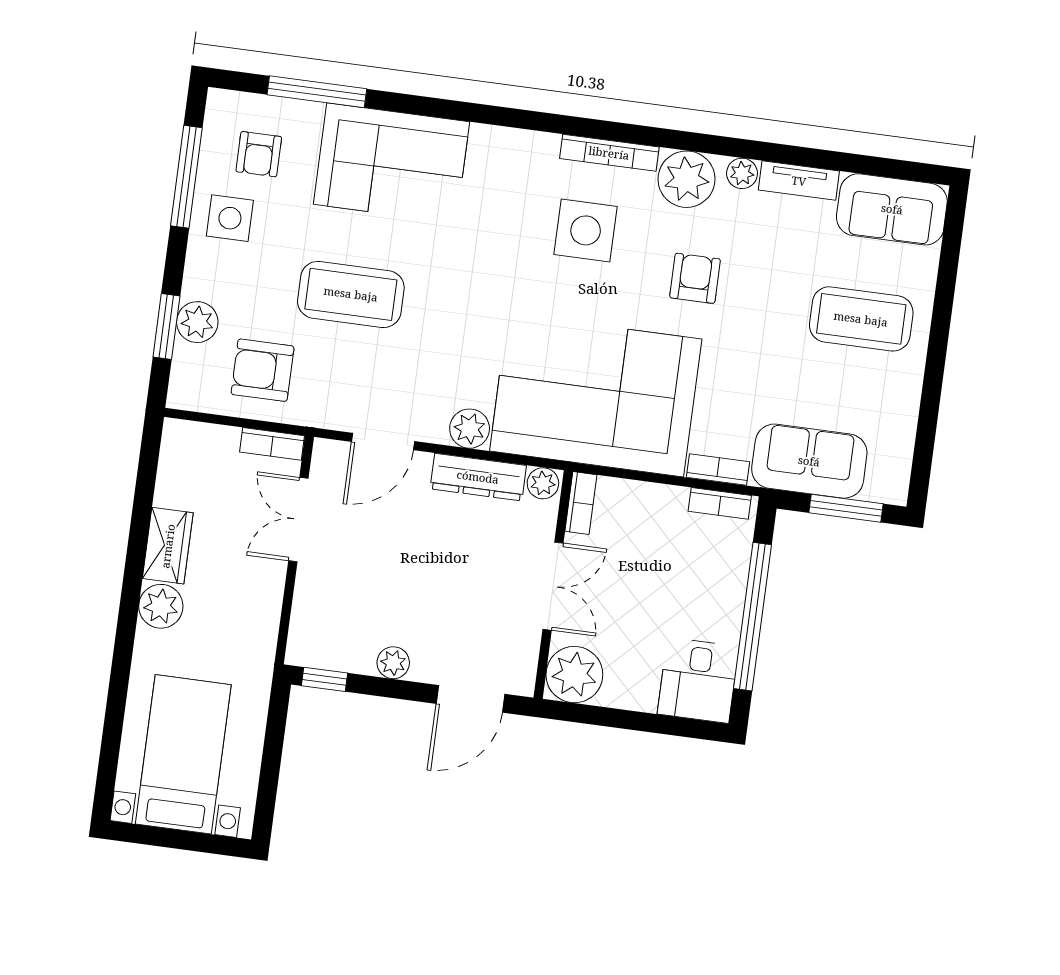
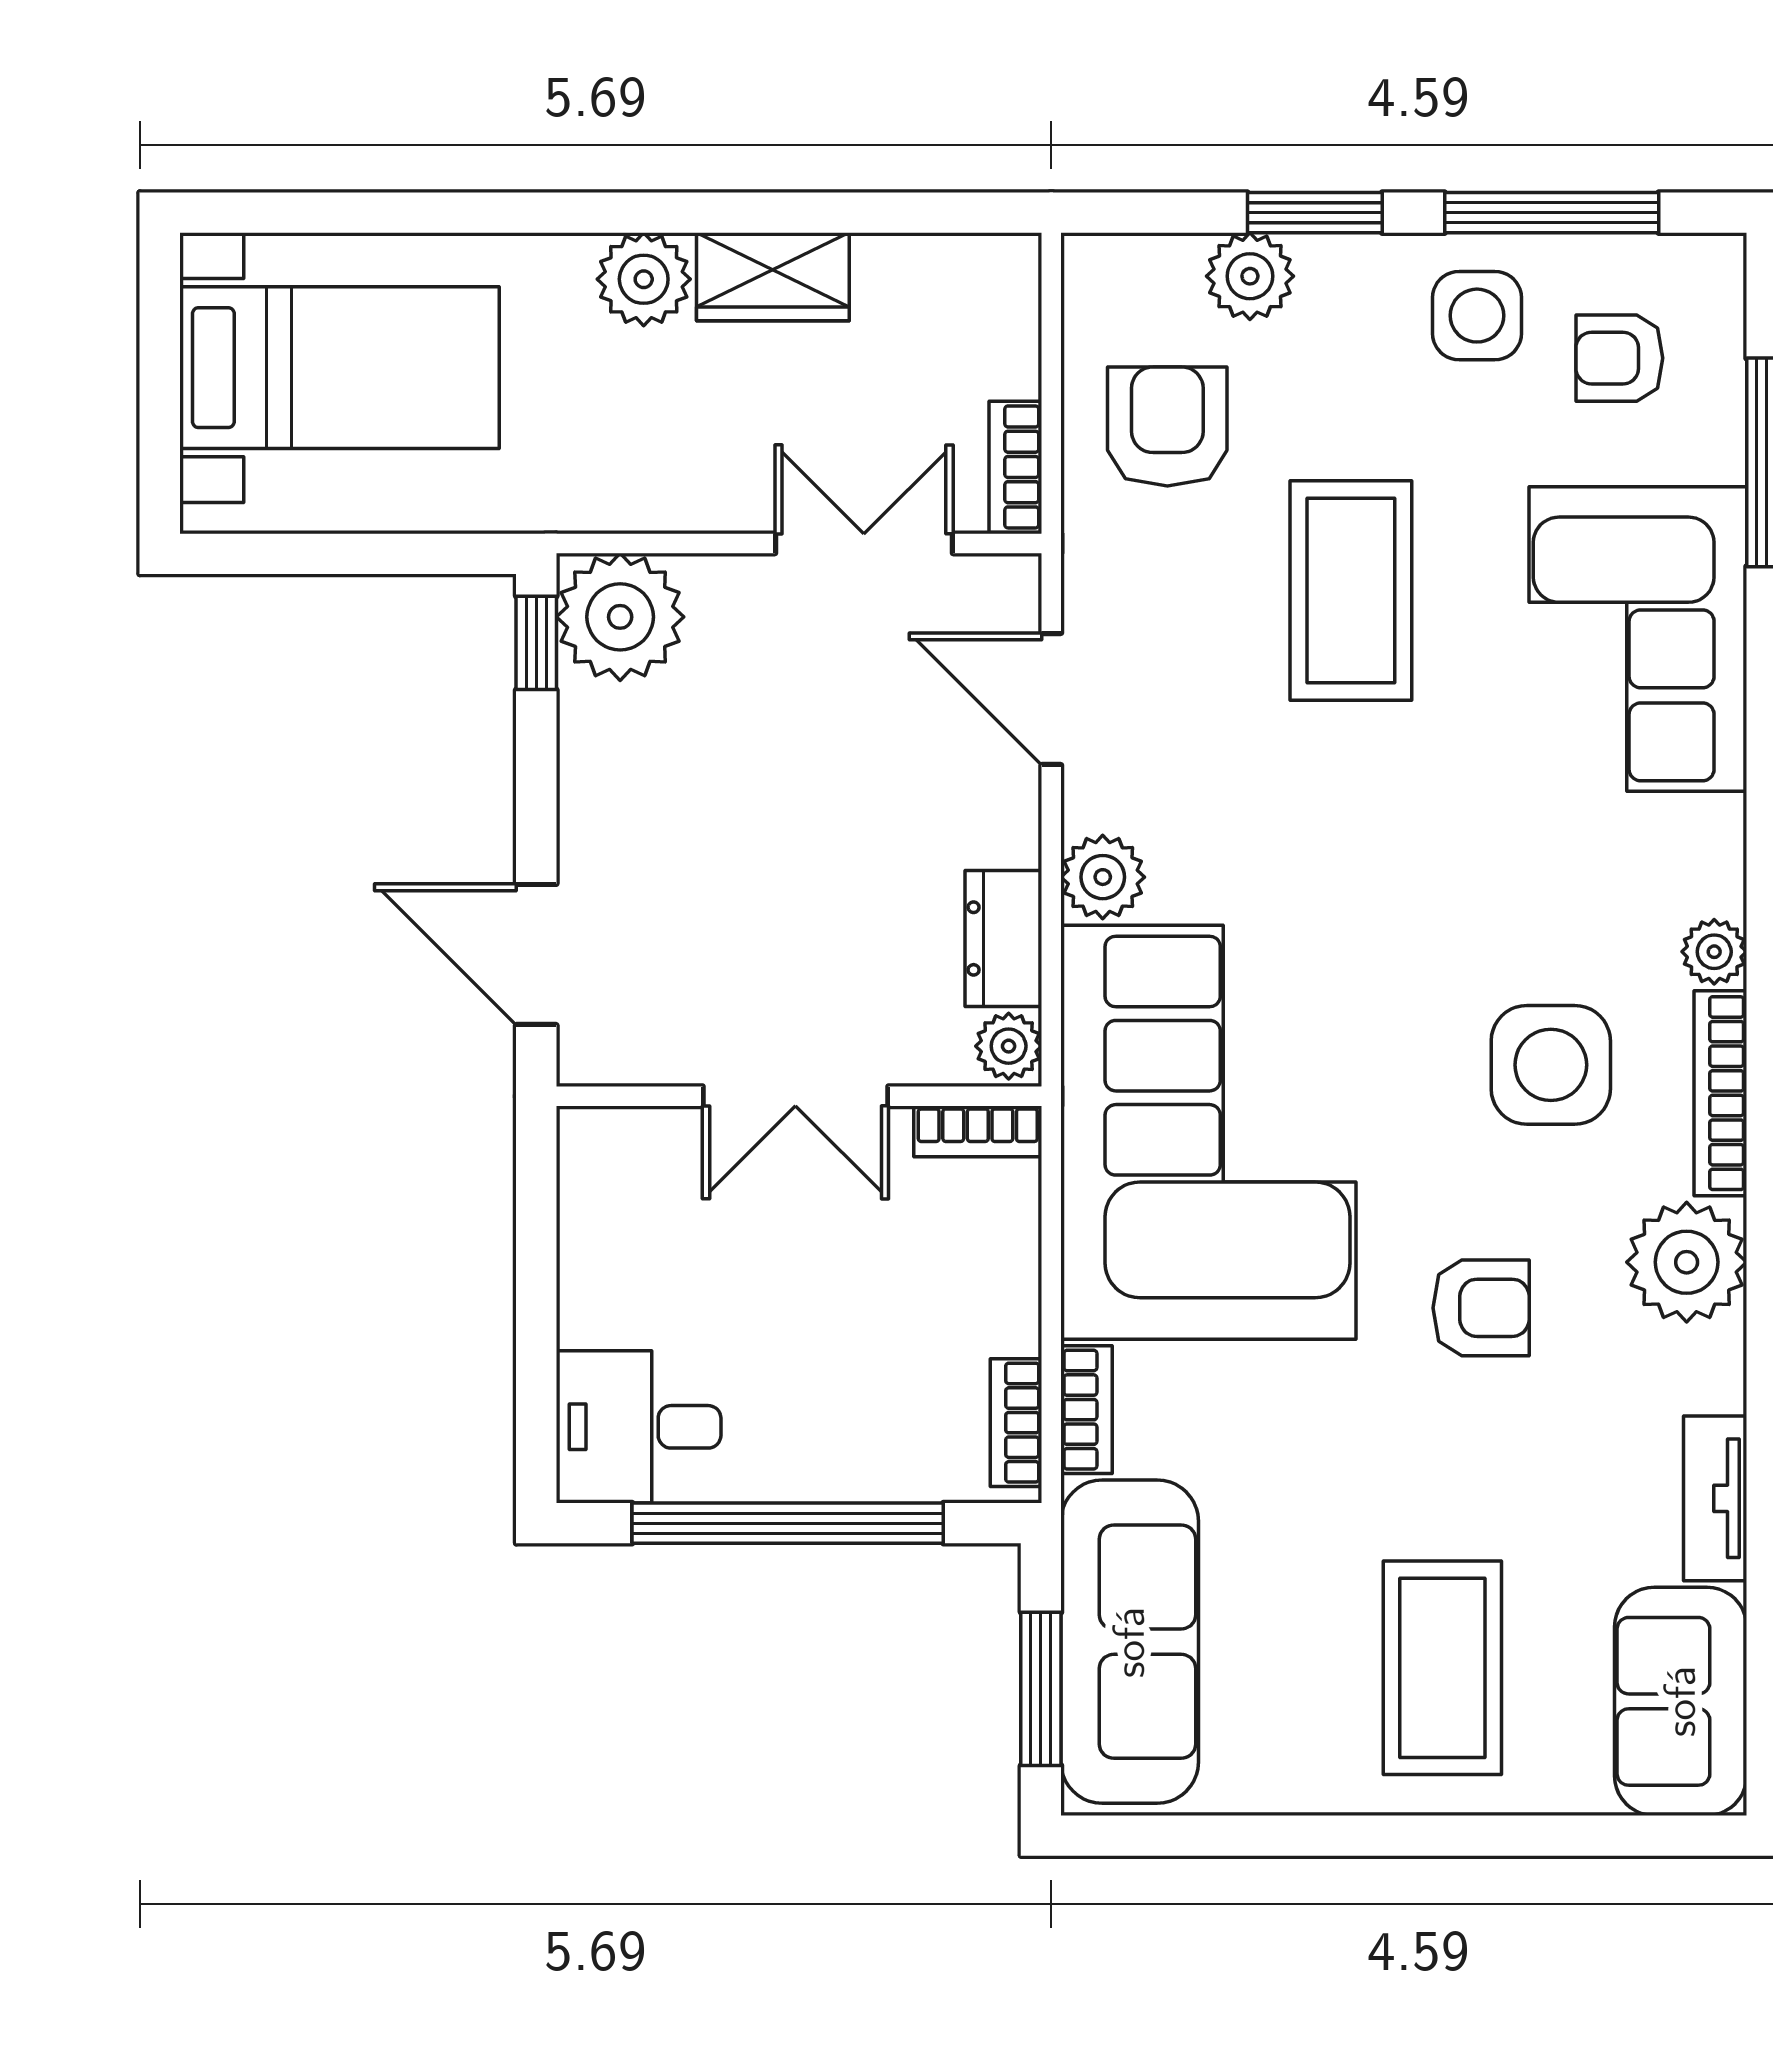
plant: (742, 173) -> (1714, 952), moved
window: (166, 327) -> (1315, 213), moved
sofa: (809, 461) -> (1130, 1642), width x1.36
dresser: (478, 477) -> (1003, 939), width x0.70
plant: (393, 663) -> (620, 617), moved, width x1.87, depth x1.87
plant: (574, 675) -> (616, 1166), removed

